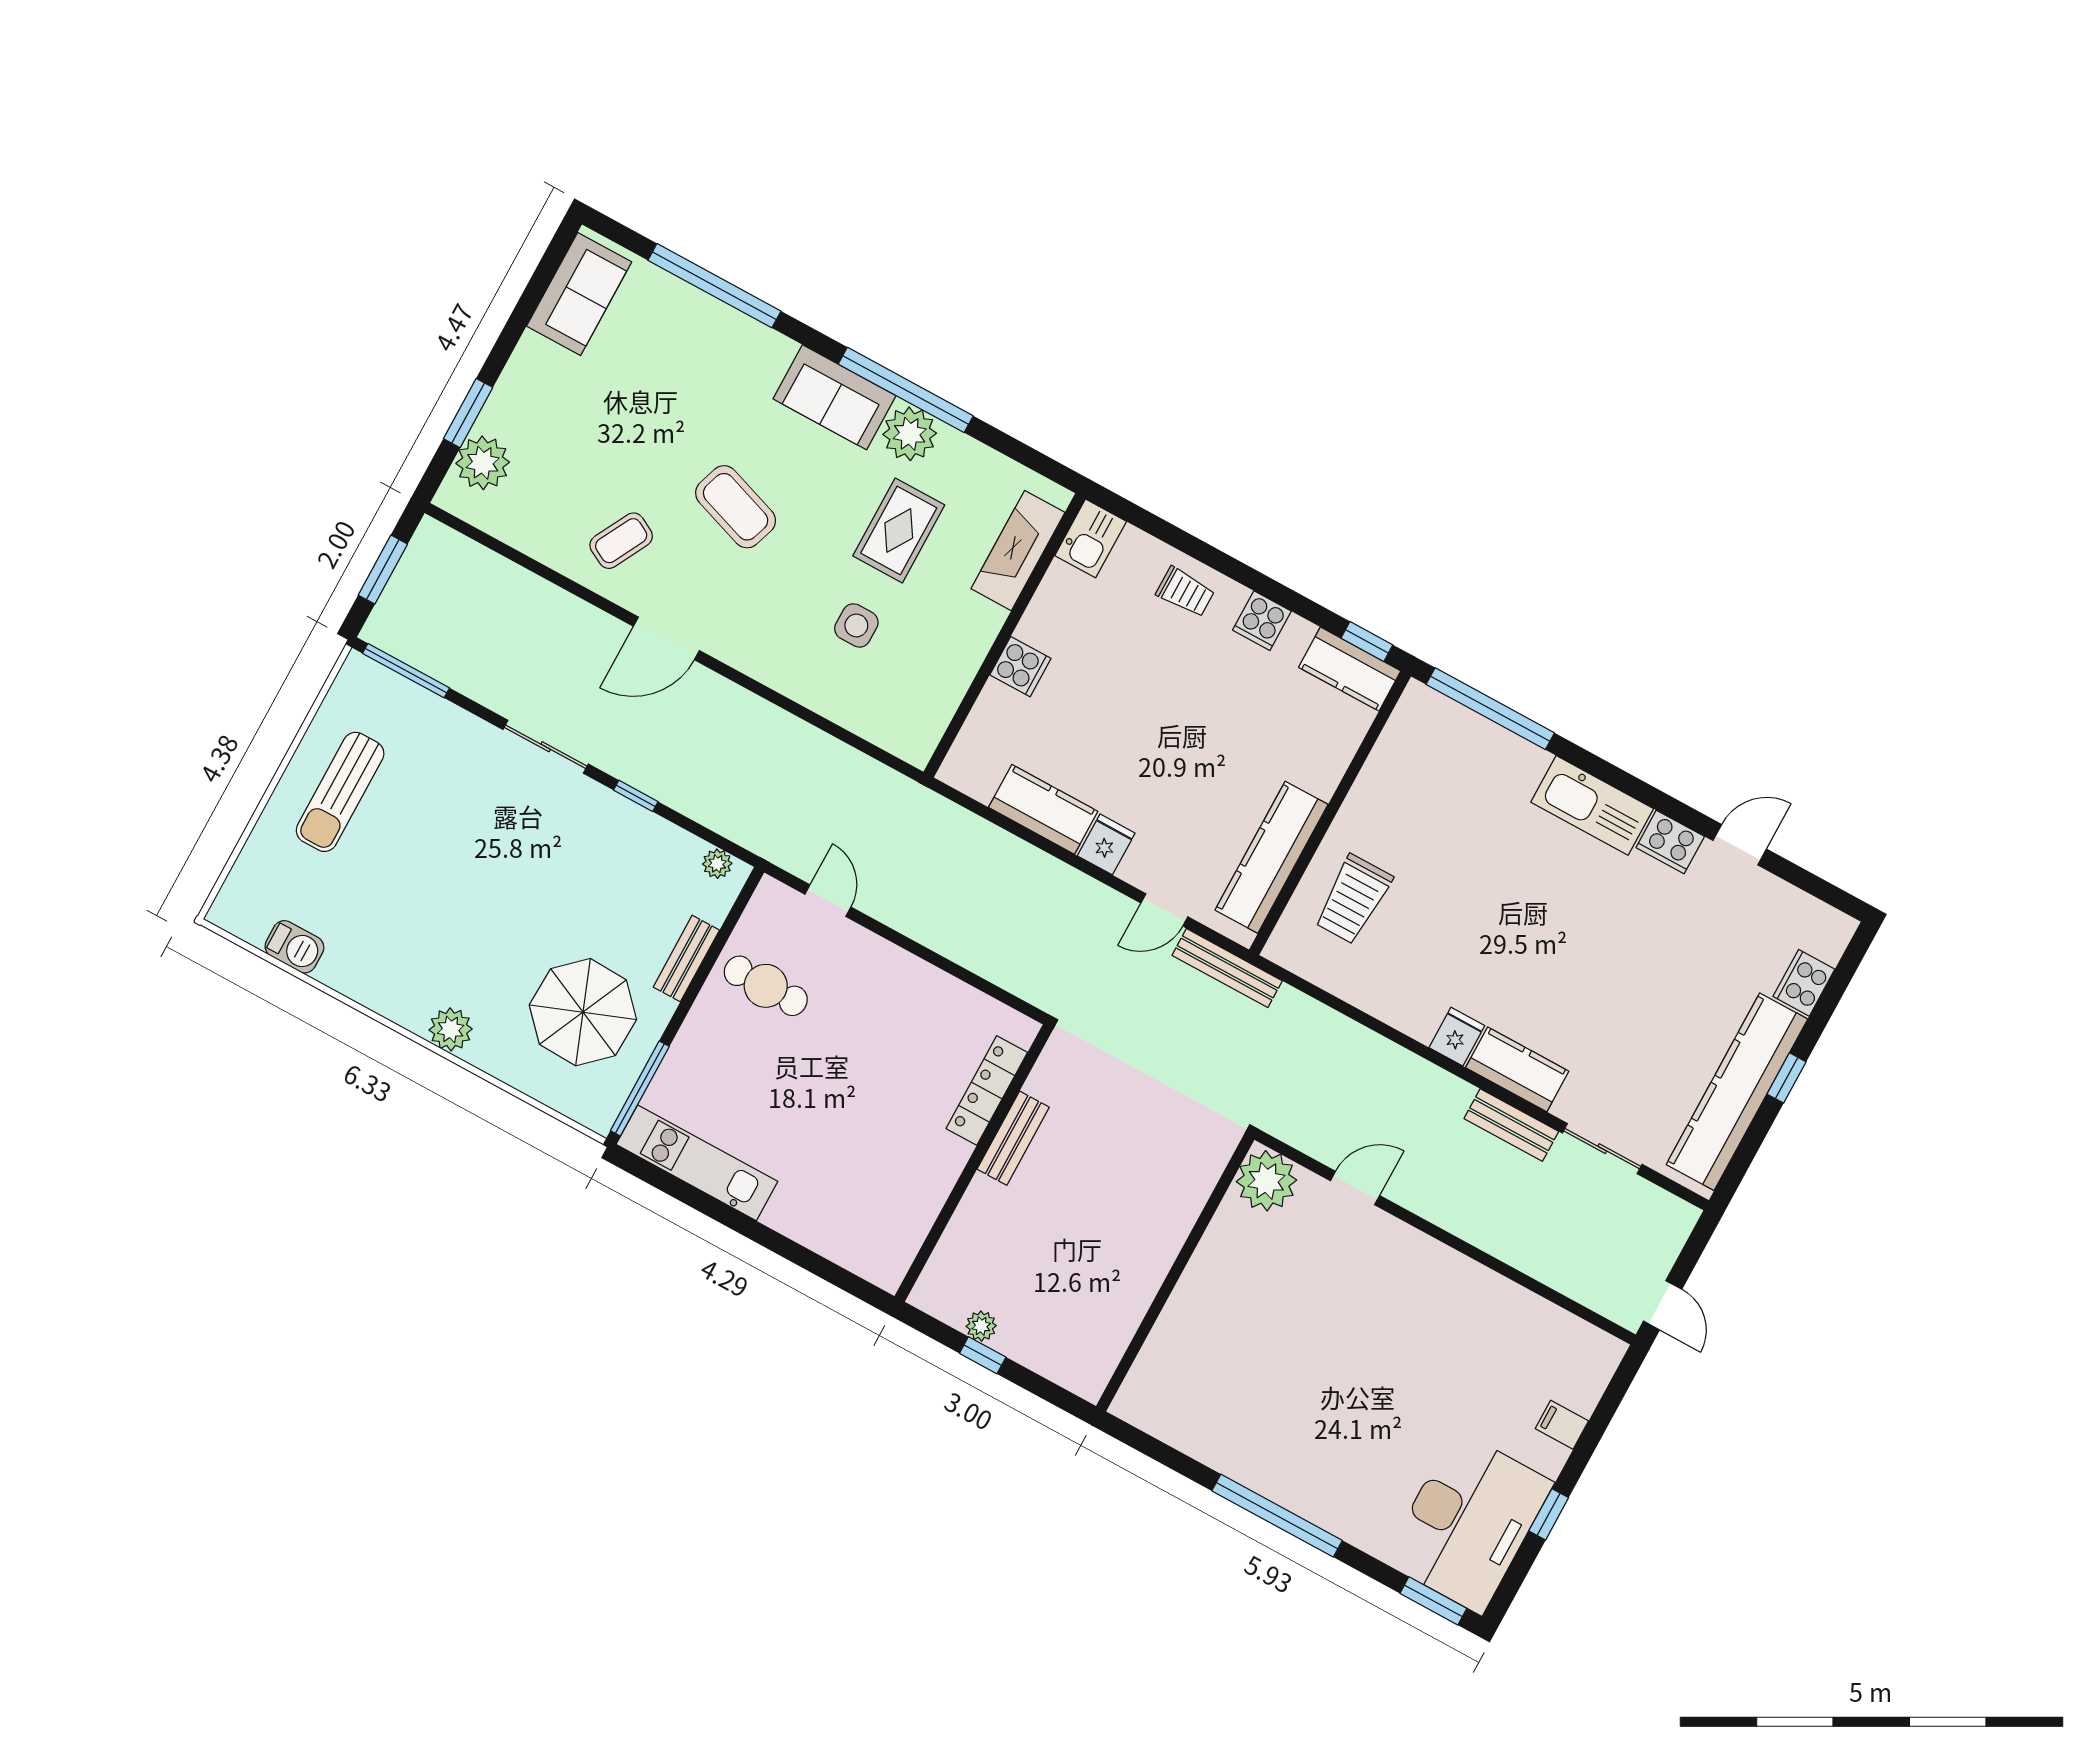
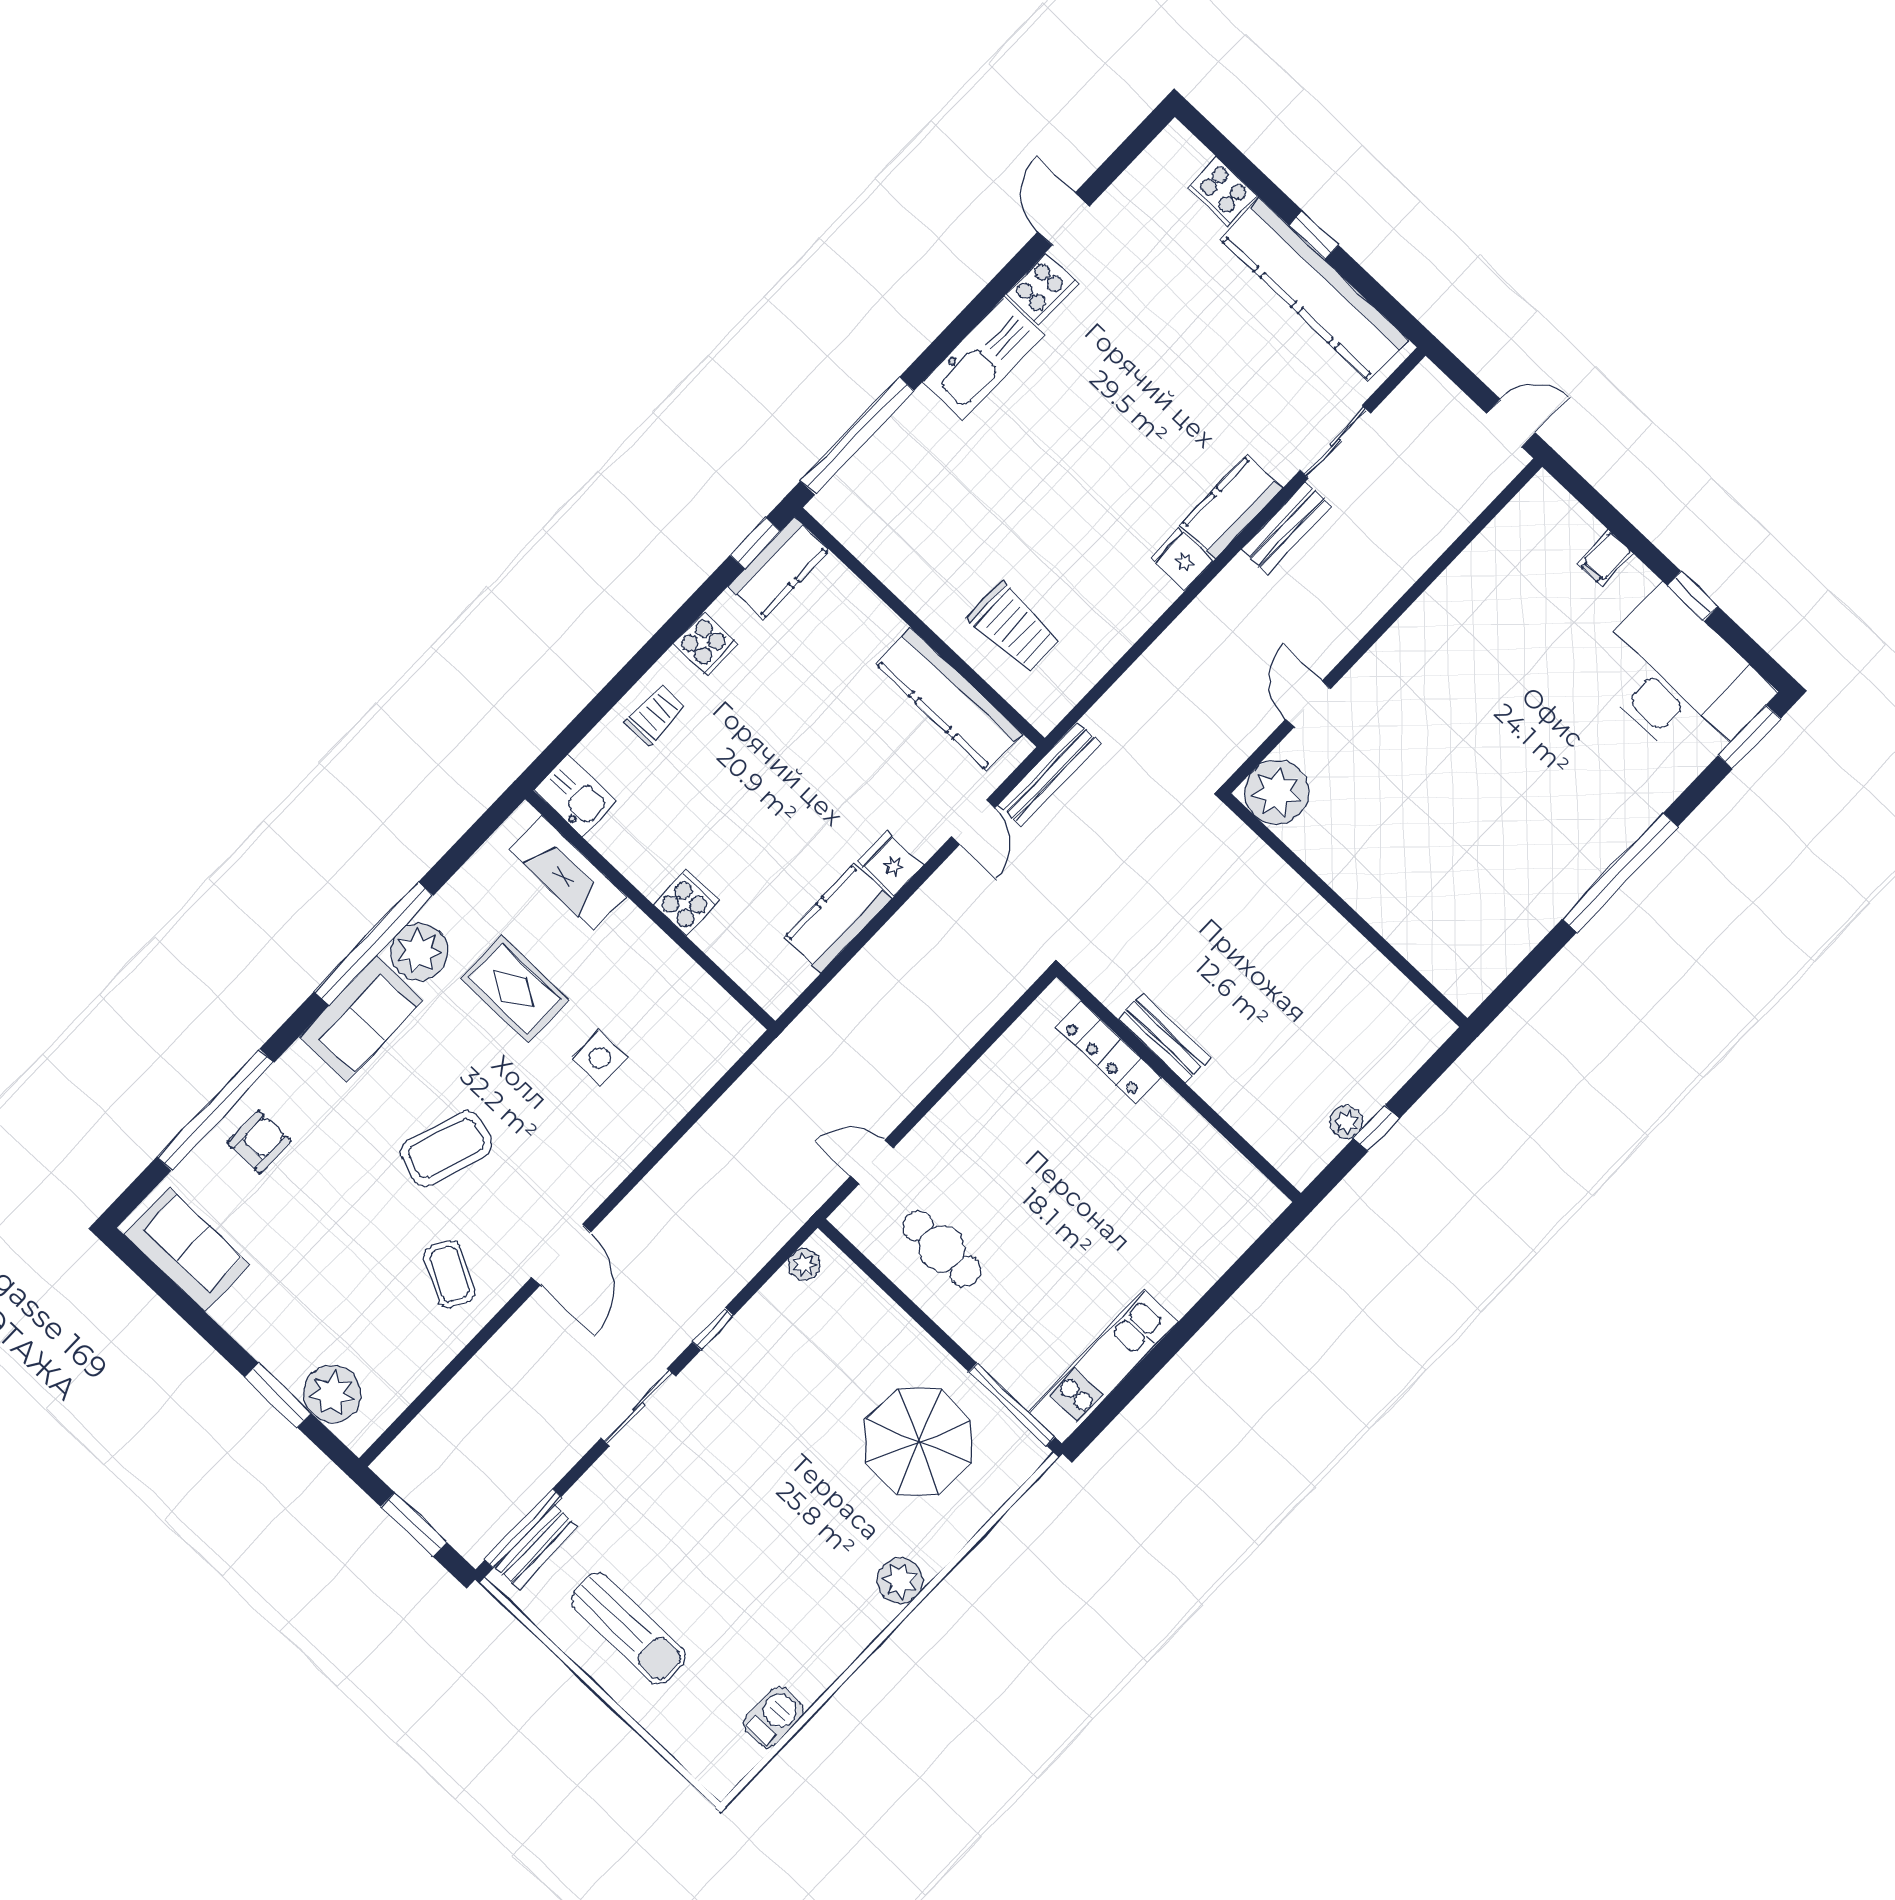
armchair: (696, 334) -> (259, 1142), added
bench: (686, 959) -> (537, 1547), moved, turned 90
cafe table: (766, 986) -> (942, 1248), turned 90

